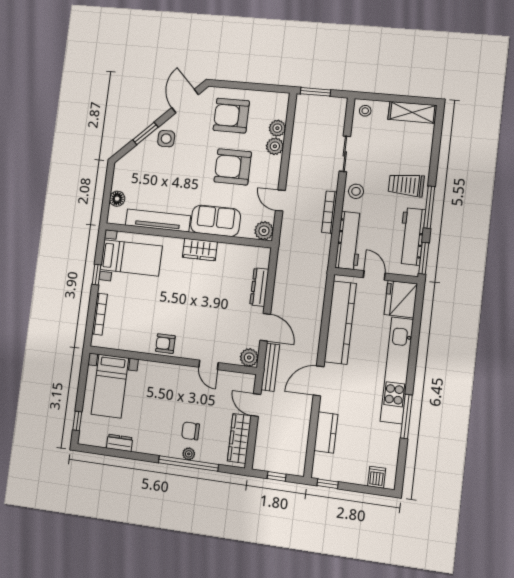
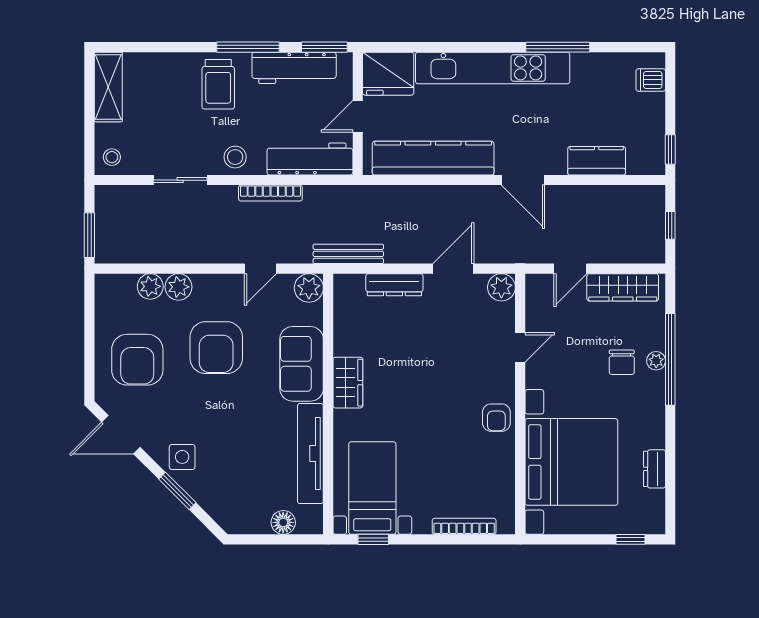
window: (97, 275) -> (373, 539), moved
bench: (270, 367) -> (348, 254), moved
bed with nightstands: (110, 386) -> (571, 462), width x1.85

